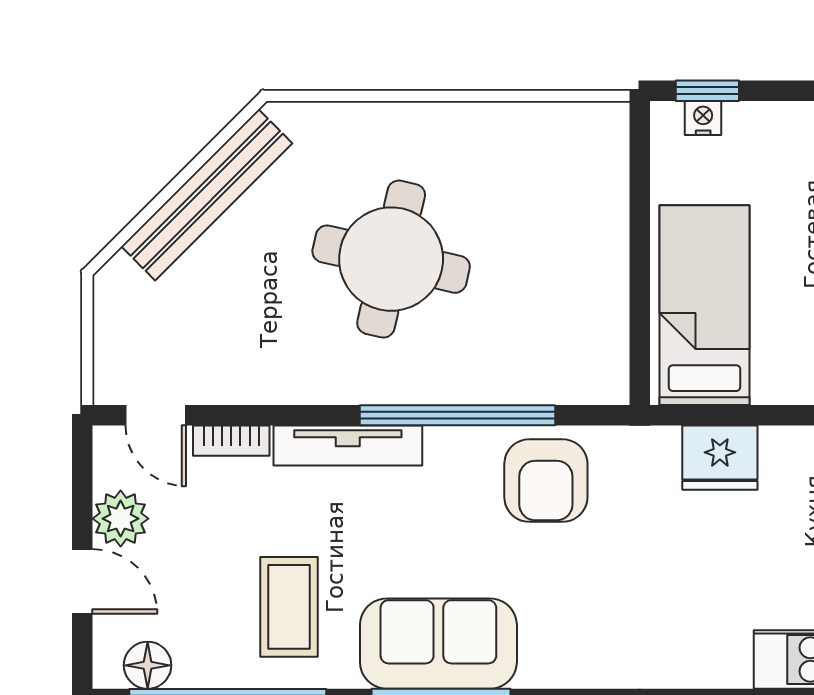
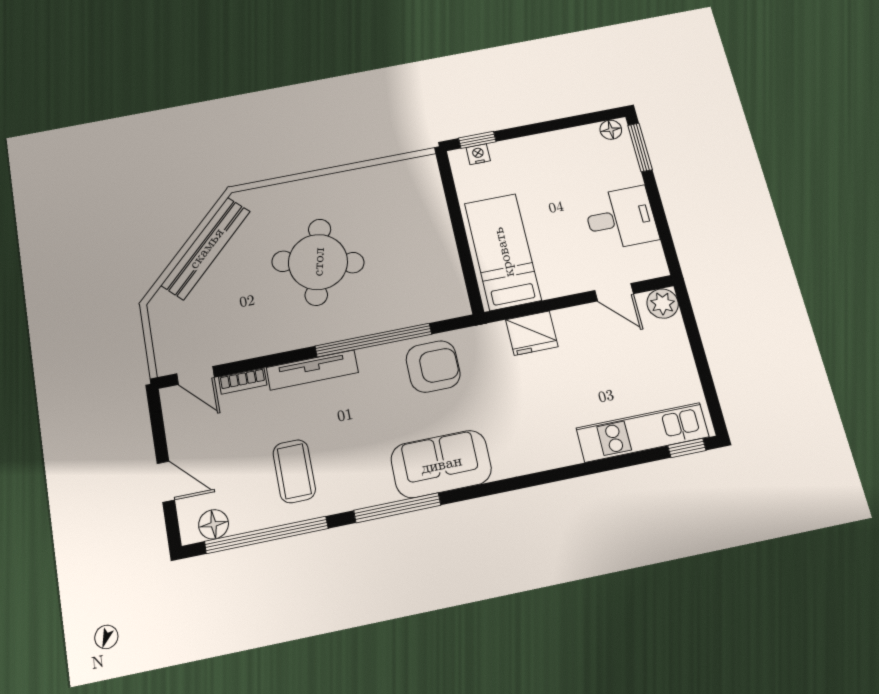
armchair: (546, 481) -> (433, 367), turned -90
plant: (121, 519) -> (184, 440), removed
sofa: (438, 644) -> (441, 464), moved

